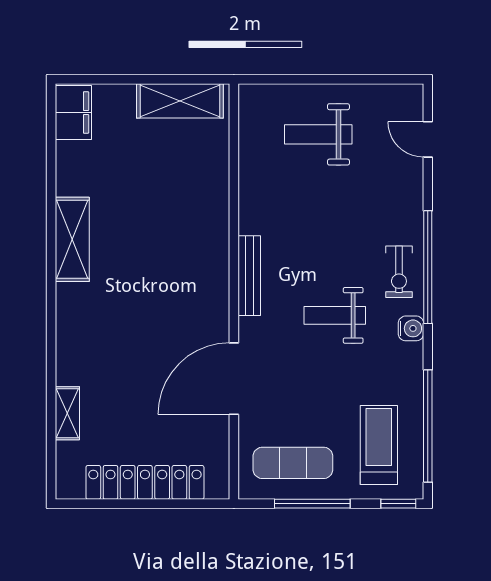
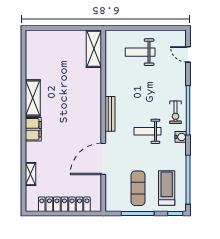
shelving: (180, 101) -> (94, 49), moved, turned 90
filing cabinet: (73, 112) -> (33, 129), moved
exercise mat: (293, 463) -> (138, 188), moved, turned 90

